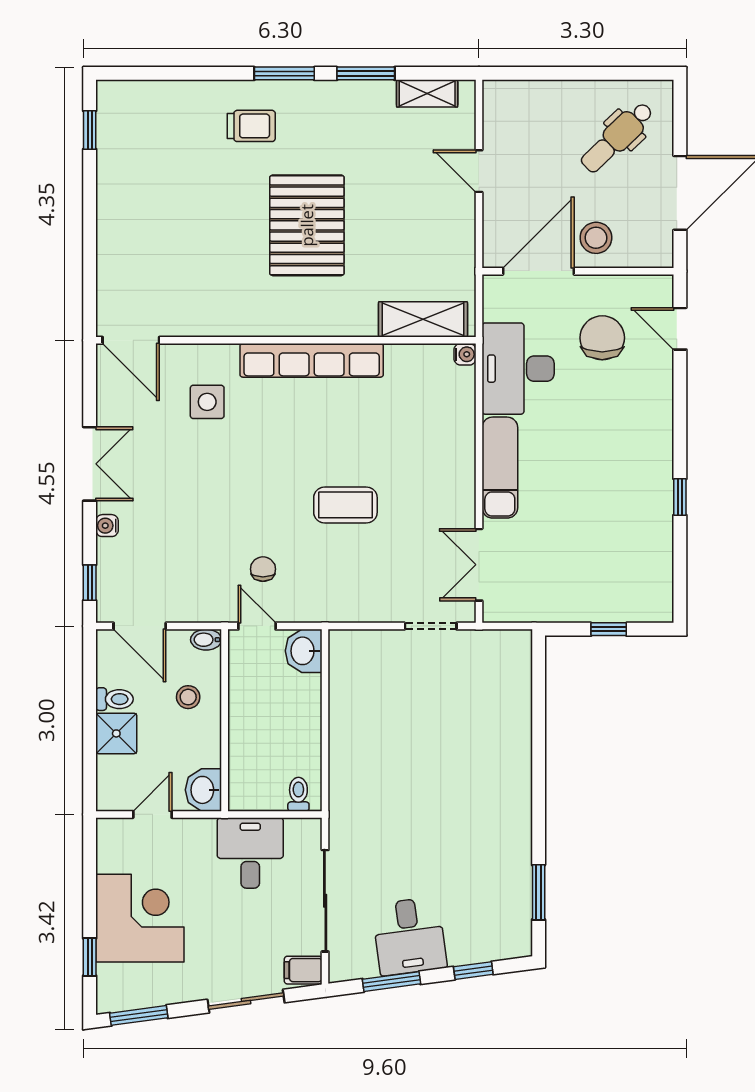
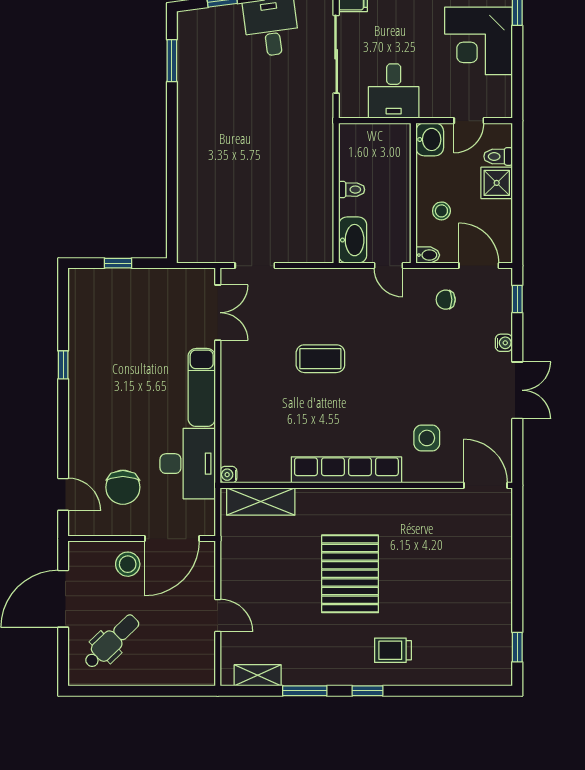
window: (284, 73) -> (367, 691), width x0.67
double door: (90, 464) -> (517, 390), swing flipped
chair: (263, 569) -> (446, 300), moved, turned 90
washbasin: (304, 651) -> (353, 240), width x1.38
toilet: (114, 699) -> (498, 156), moved
toilet: (298, 794) -> (352, 190), moved, turned -90

